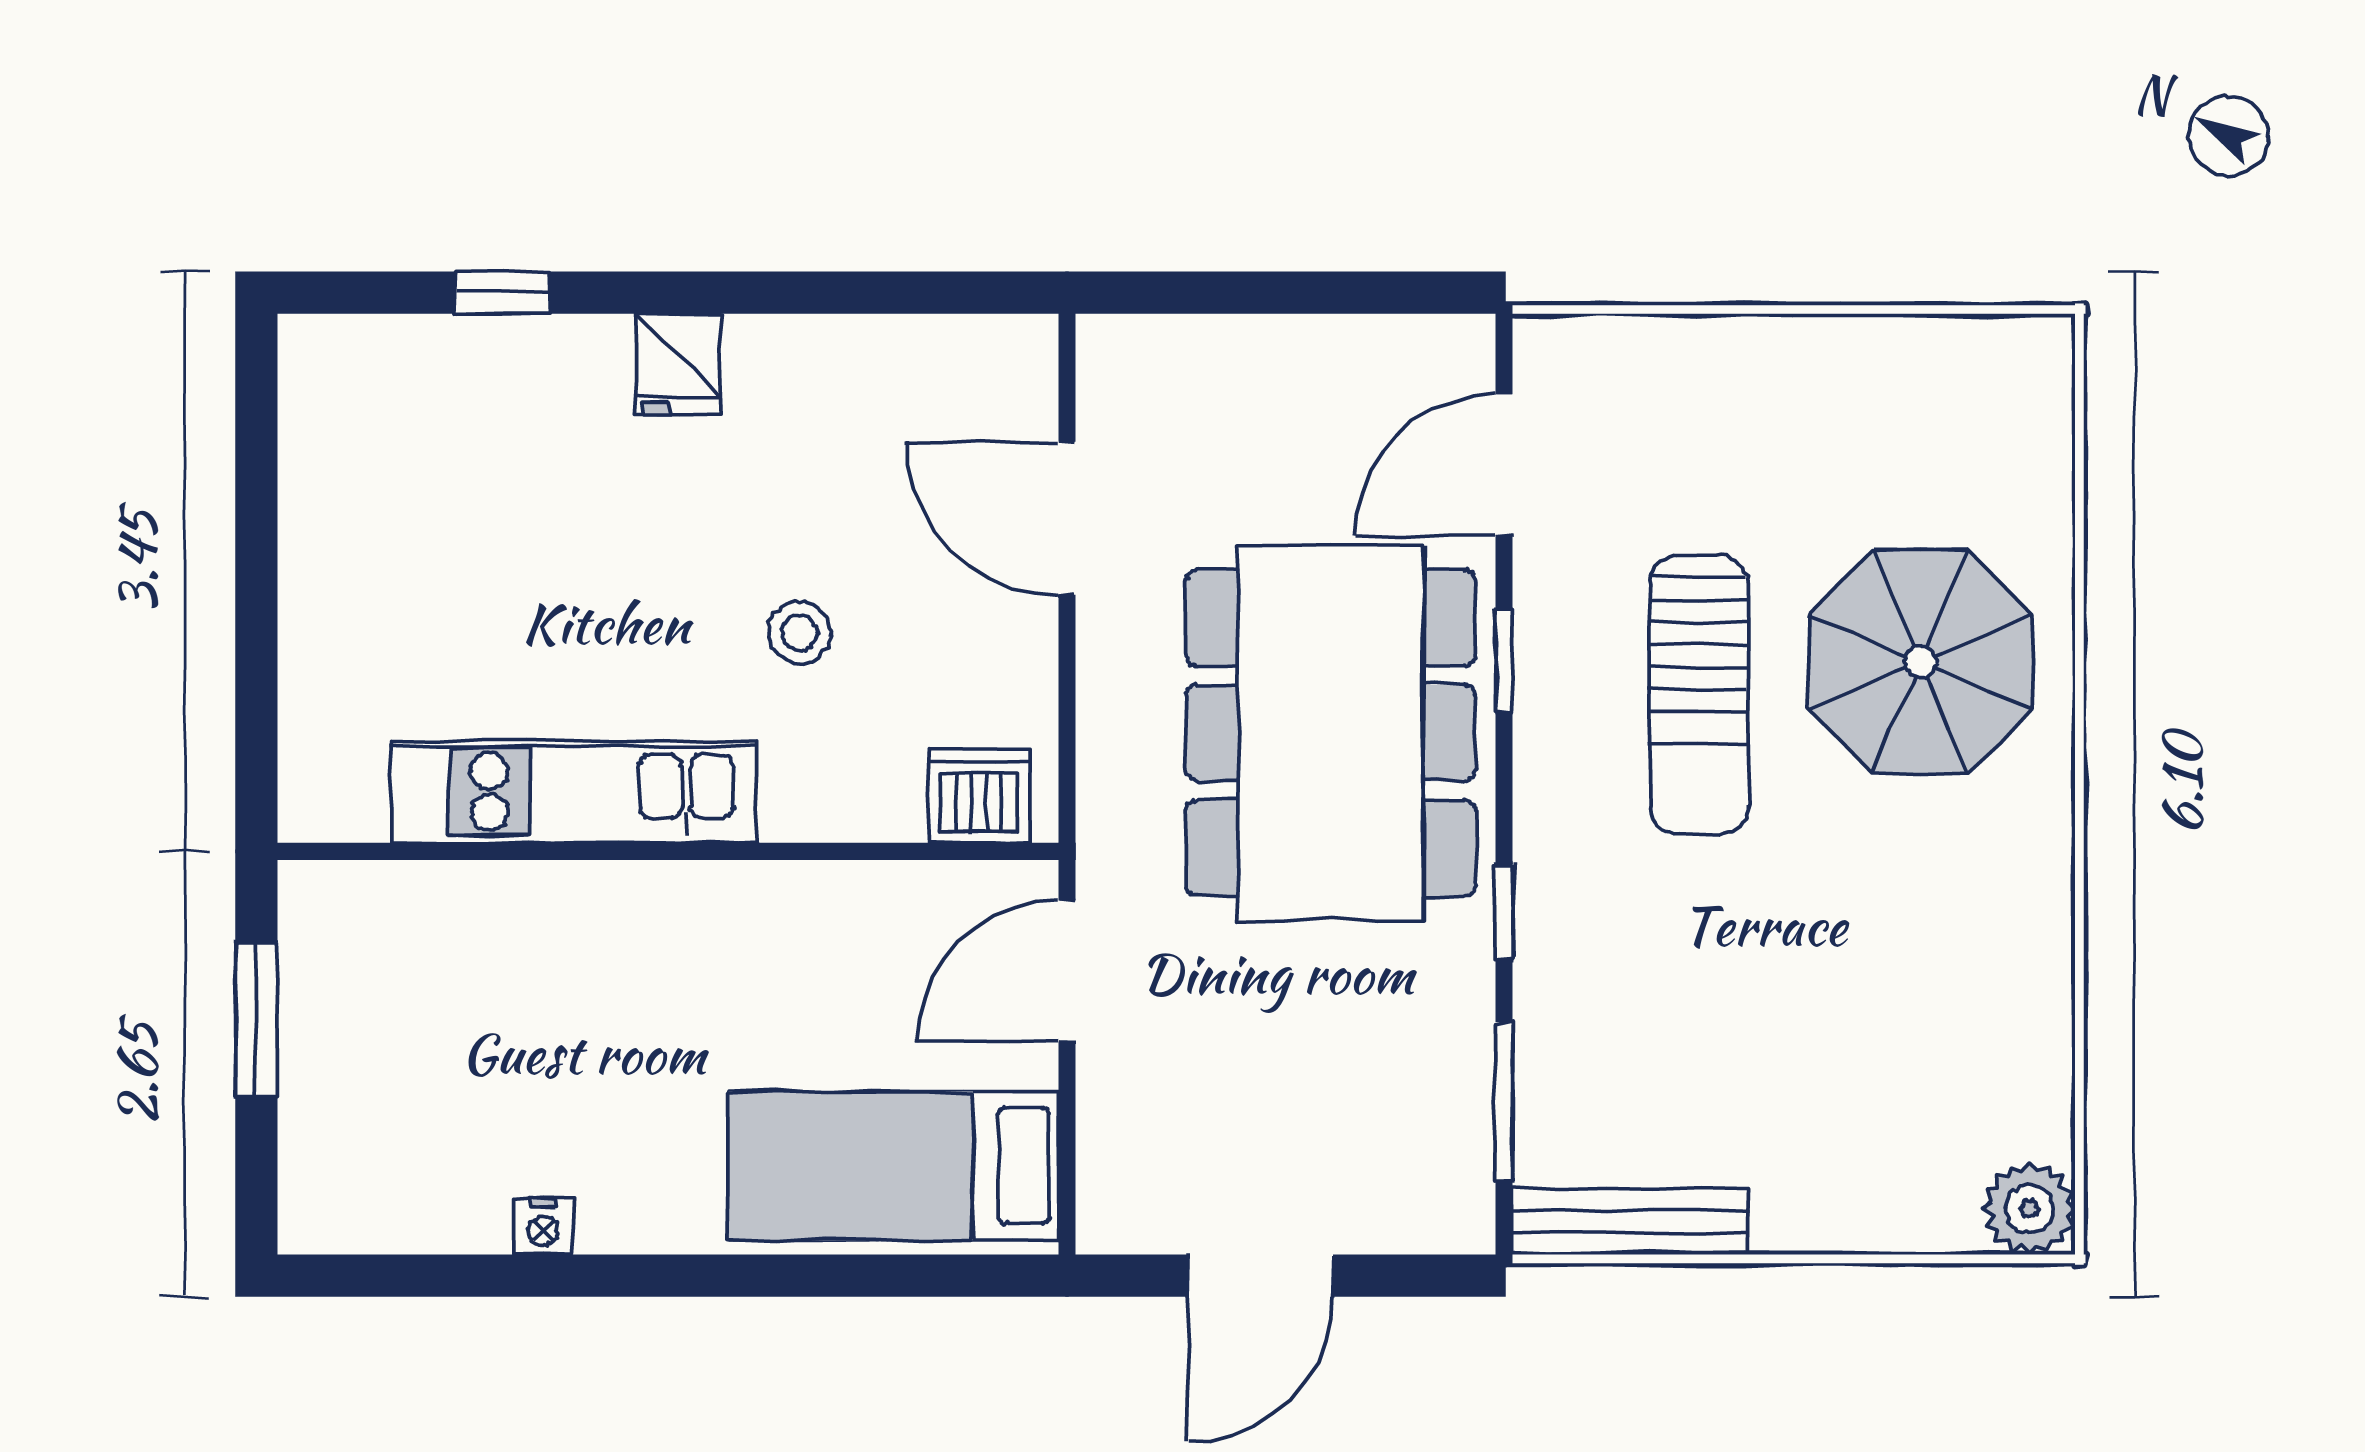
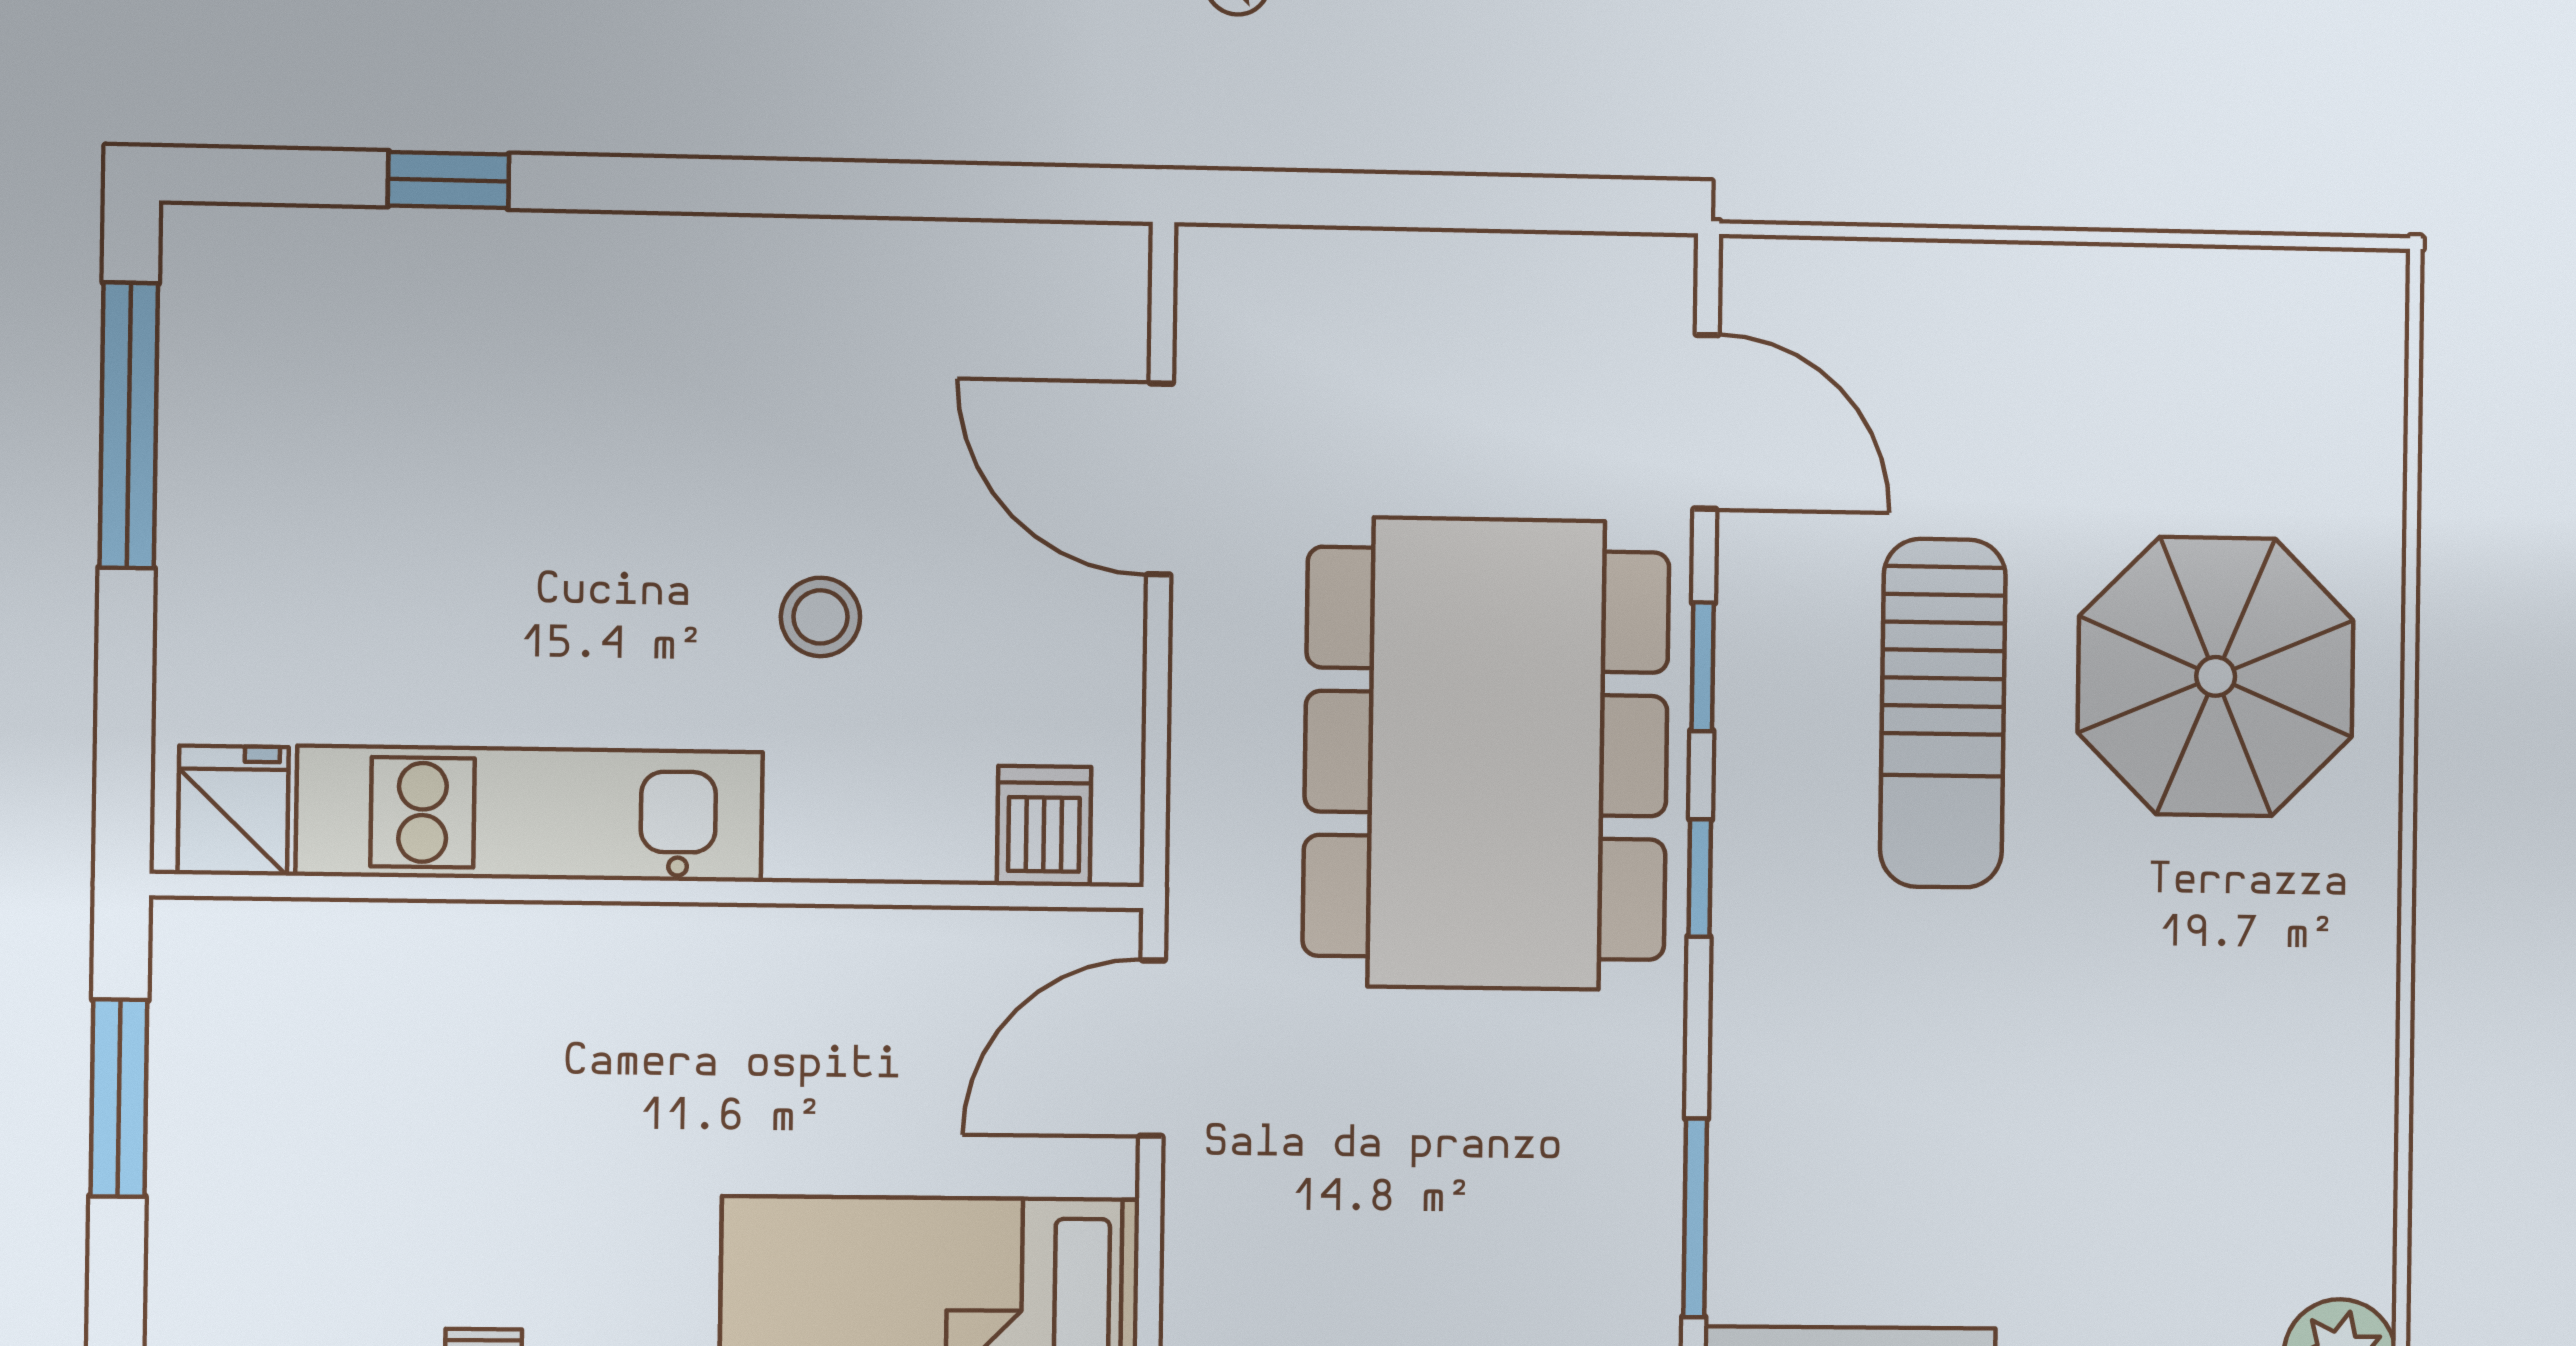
fridge: (678, 364) -> (233, 811), moved, turned 180
door: (1504, 464) -> (1706, 422), swing flipped
window: (256, 491) -> (129, 425), added
dishwasher: (979, 796) -> (1044, 826), width x0.73
window: (1504, 911) -> (1700, 878), moved

